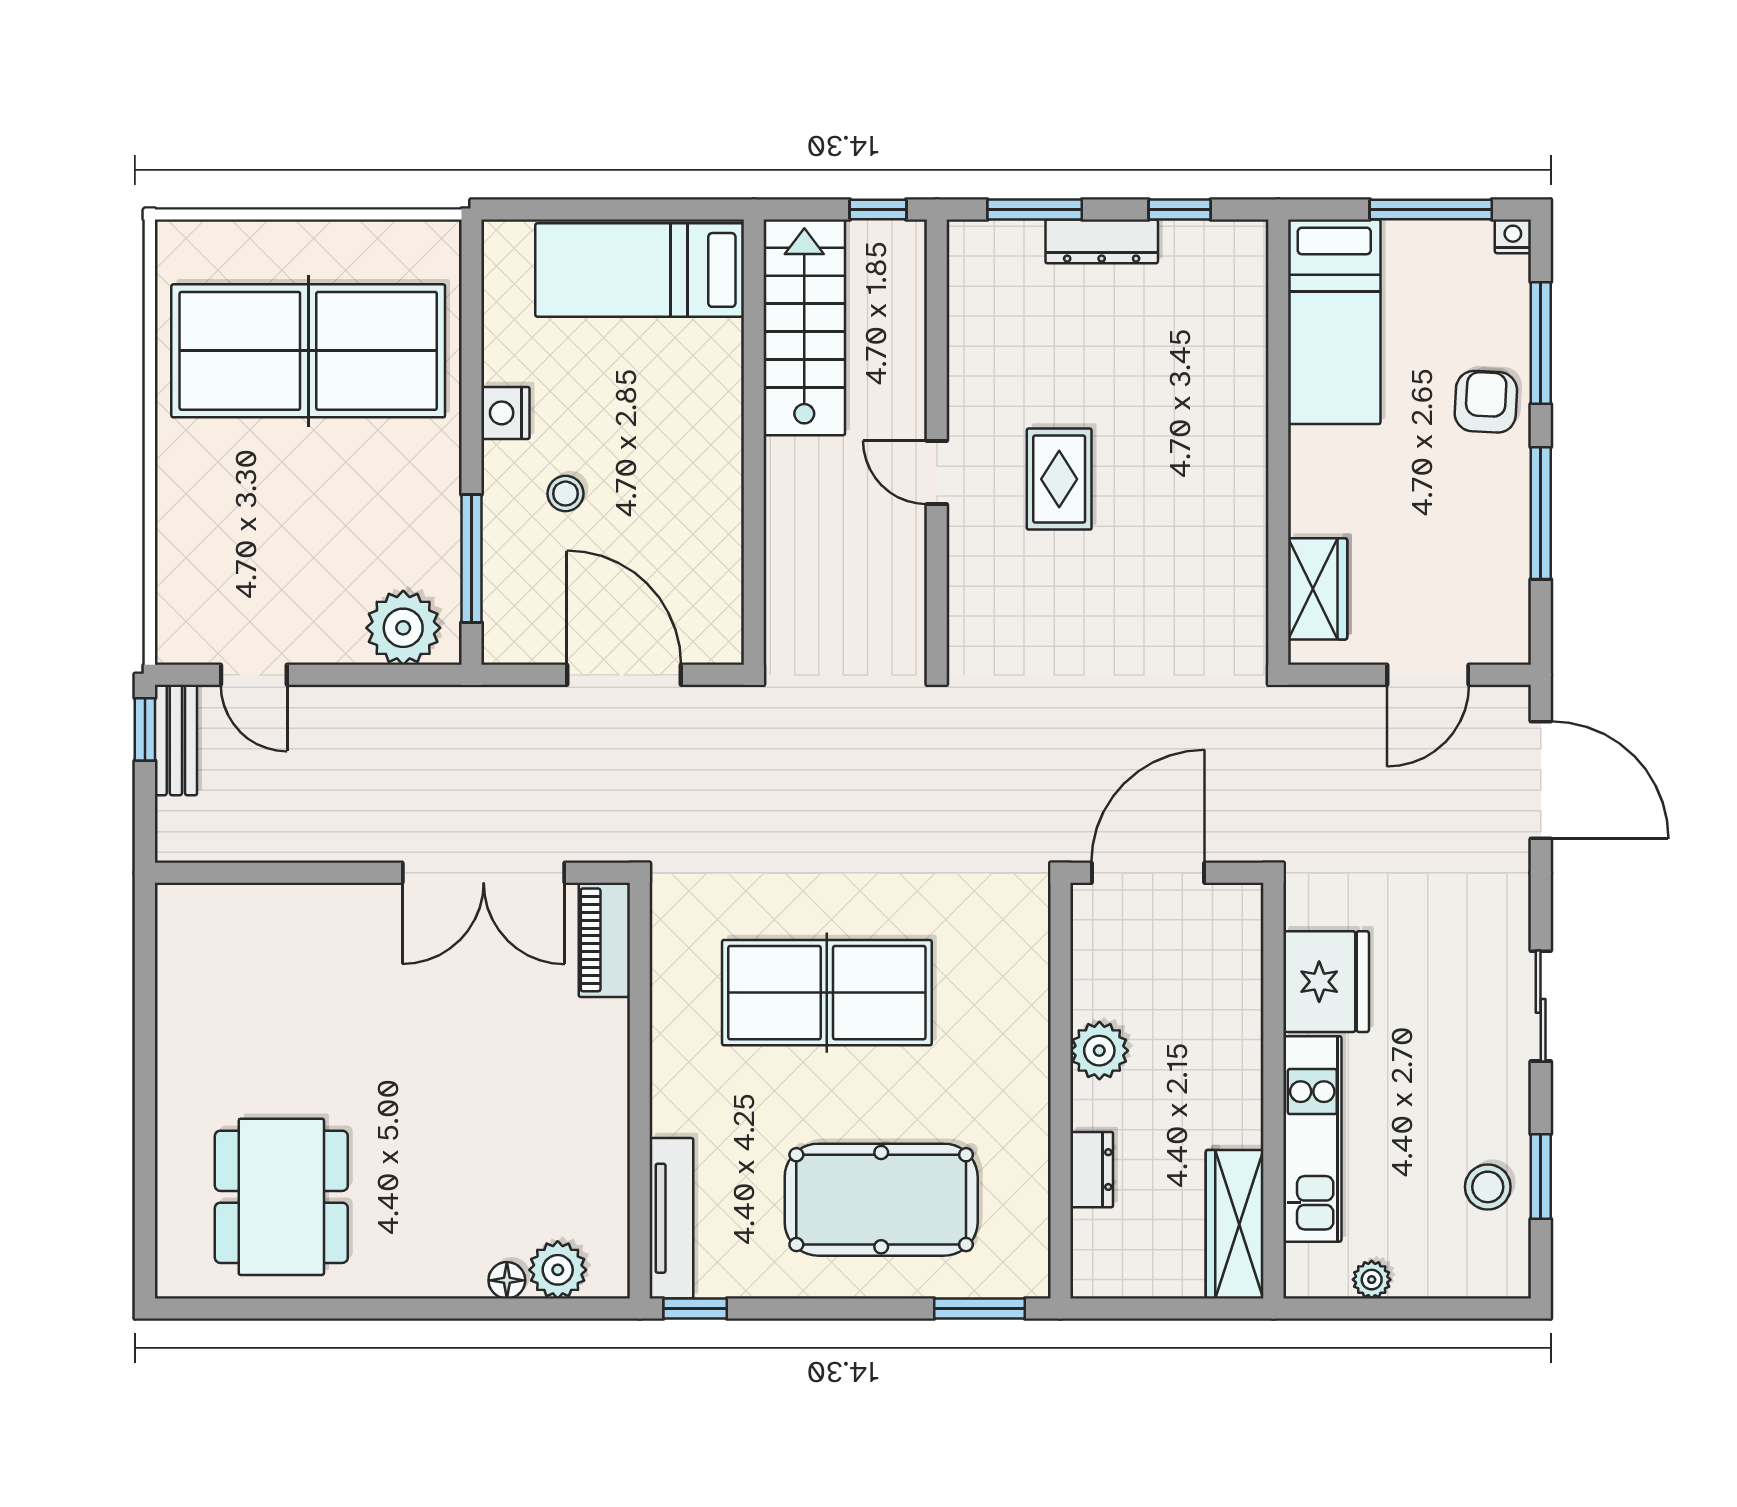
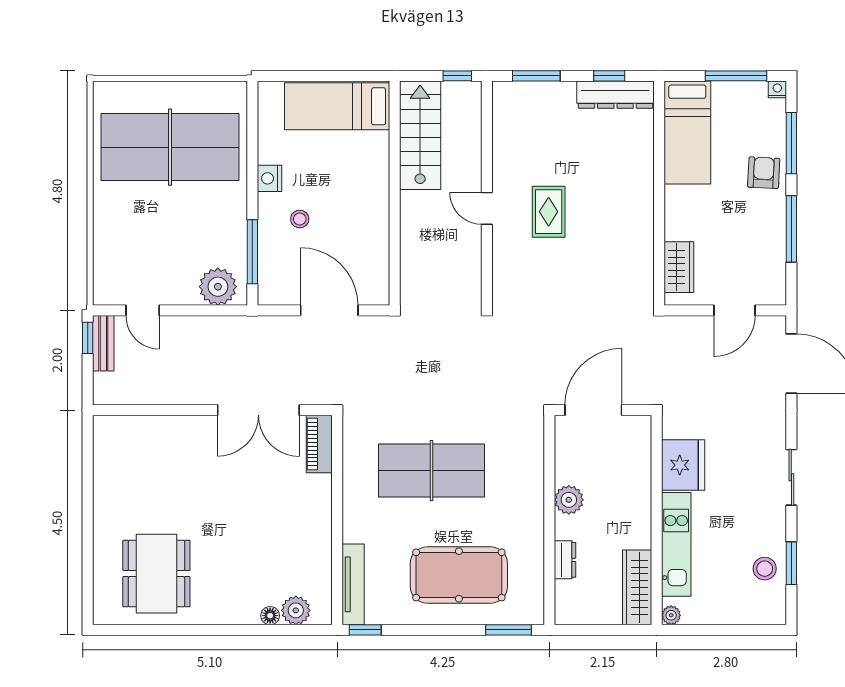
dresser: (1102, 241) -> (615, 95), moved, width x1.37, depth x1.24
plant: (1372, 1280) -> (671, 615), moved

